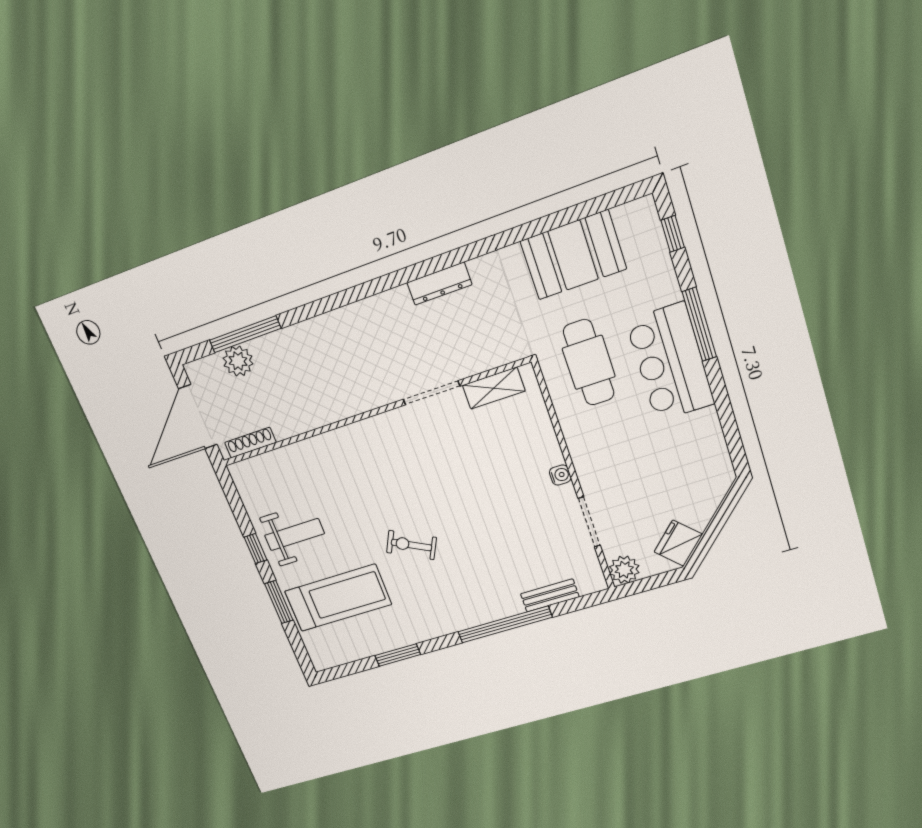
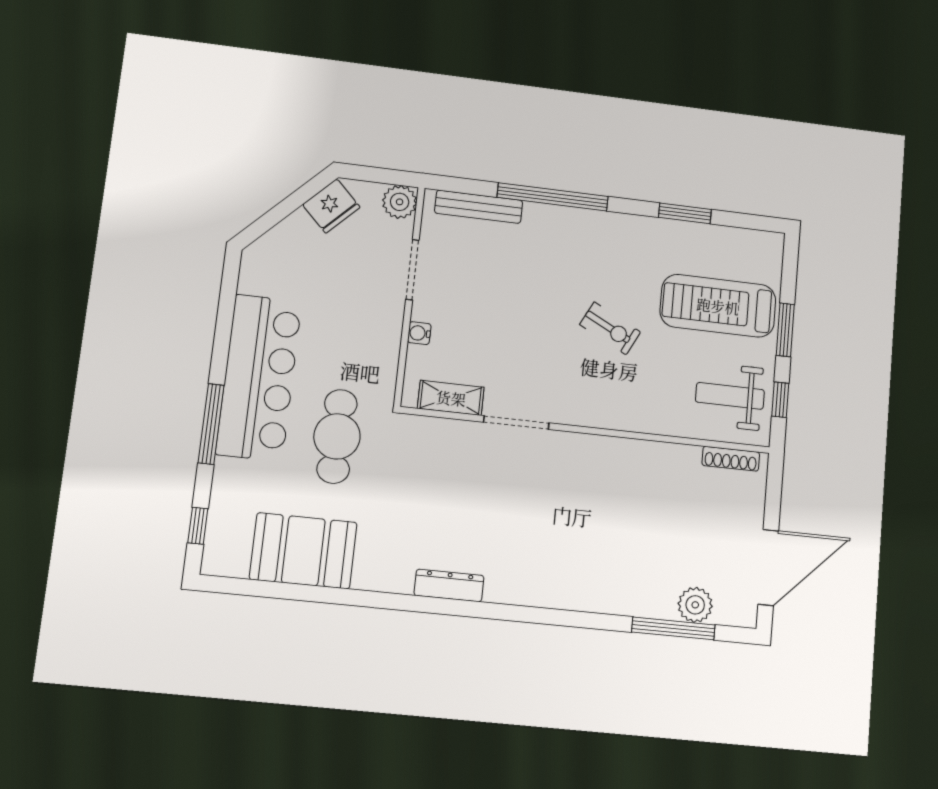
bar counter: (670, 362) -> (259, 377), width x1.36
shelving: (494, 388) -> (451, 398), moved
doorway: (431, 393) -> (516, 422), moved
wall: (373, 413) -> (587, 430), moved
shoe rack: (250, 443) -> (731, 459), moved
bench: (550, 595) -> (479, 207), width x1.36

